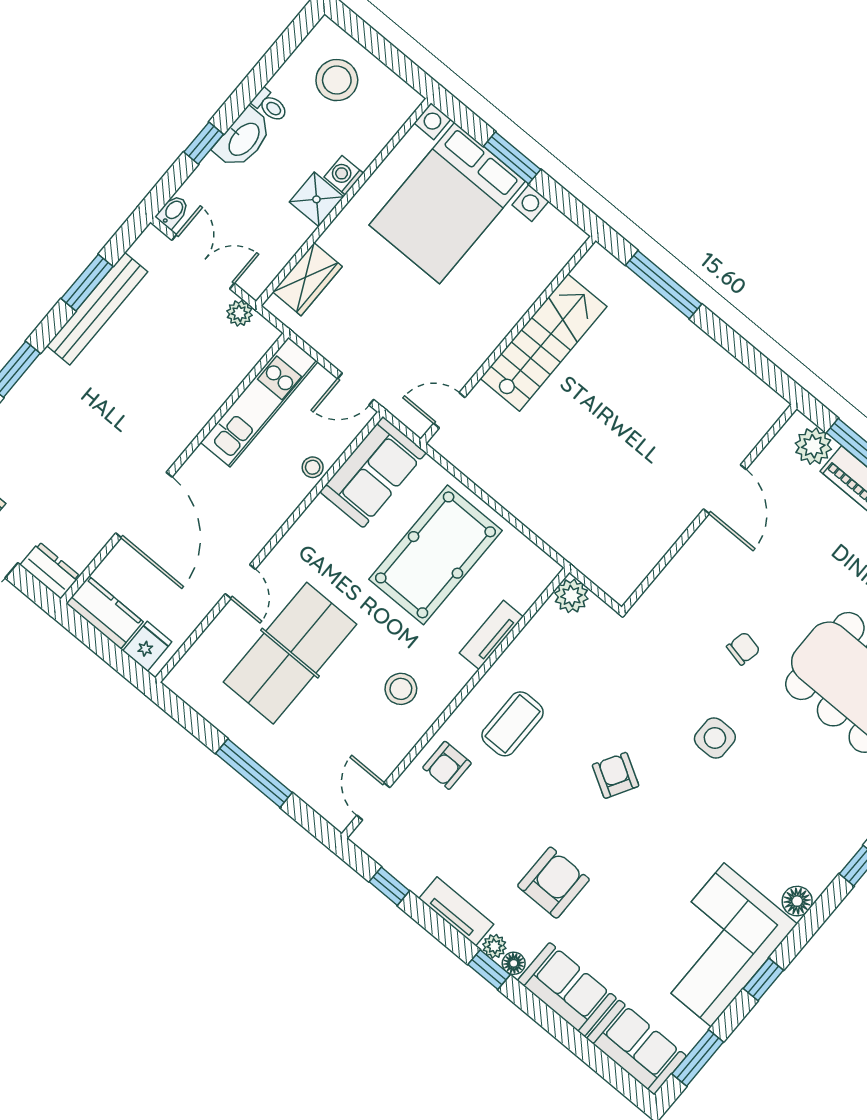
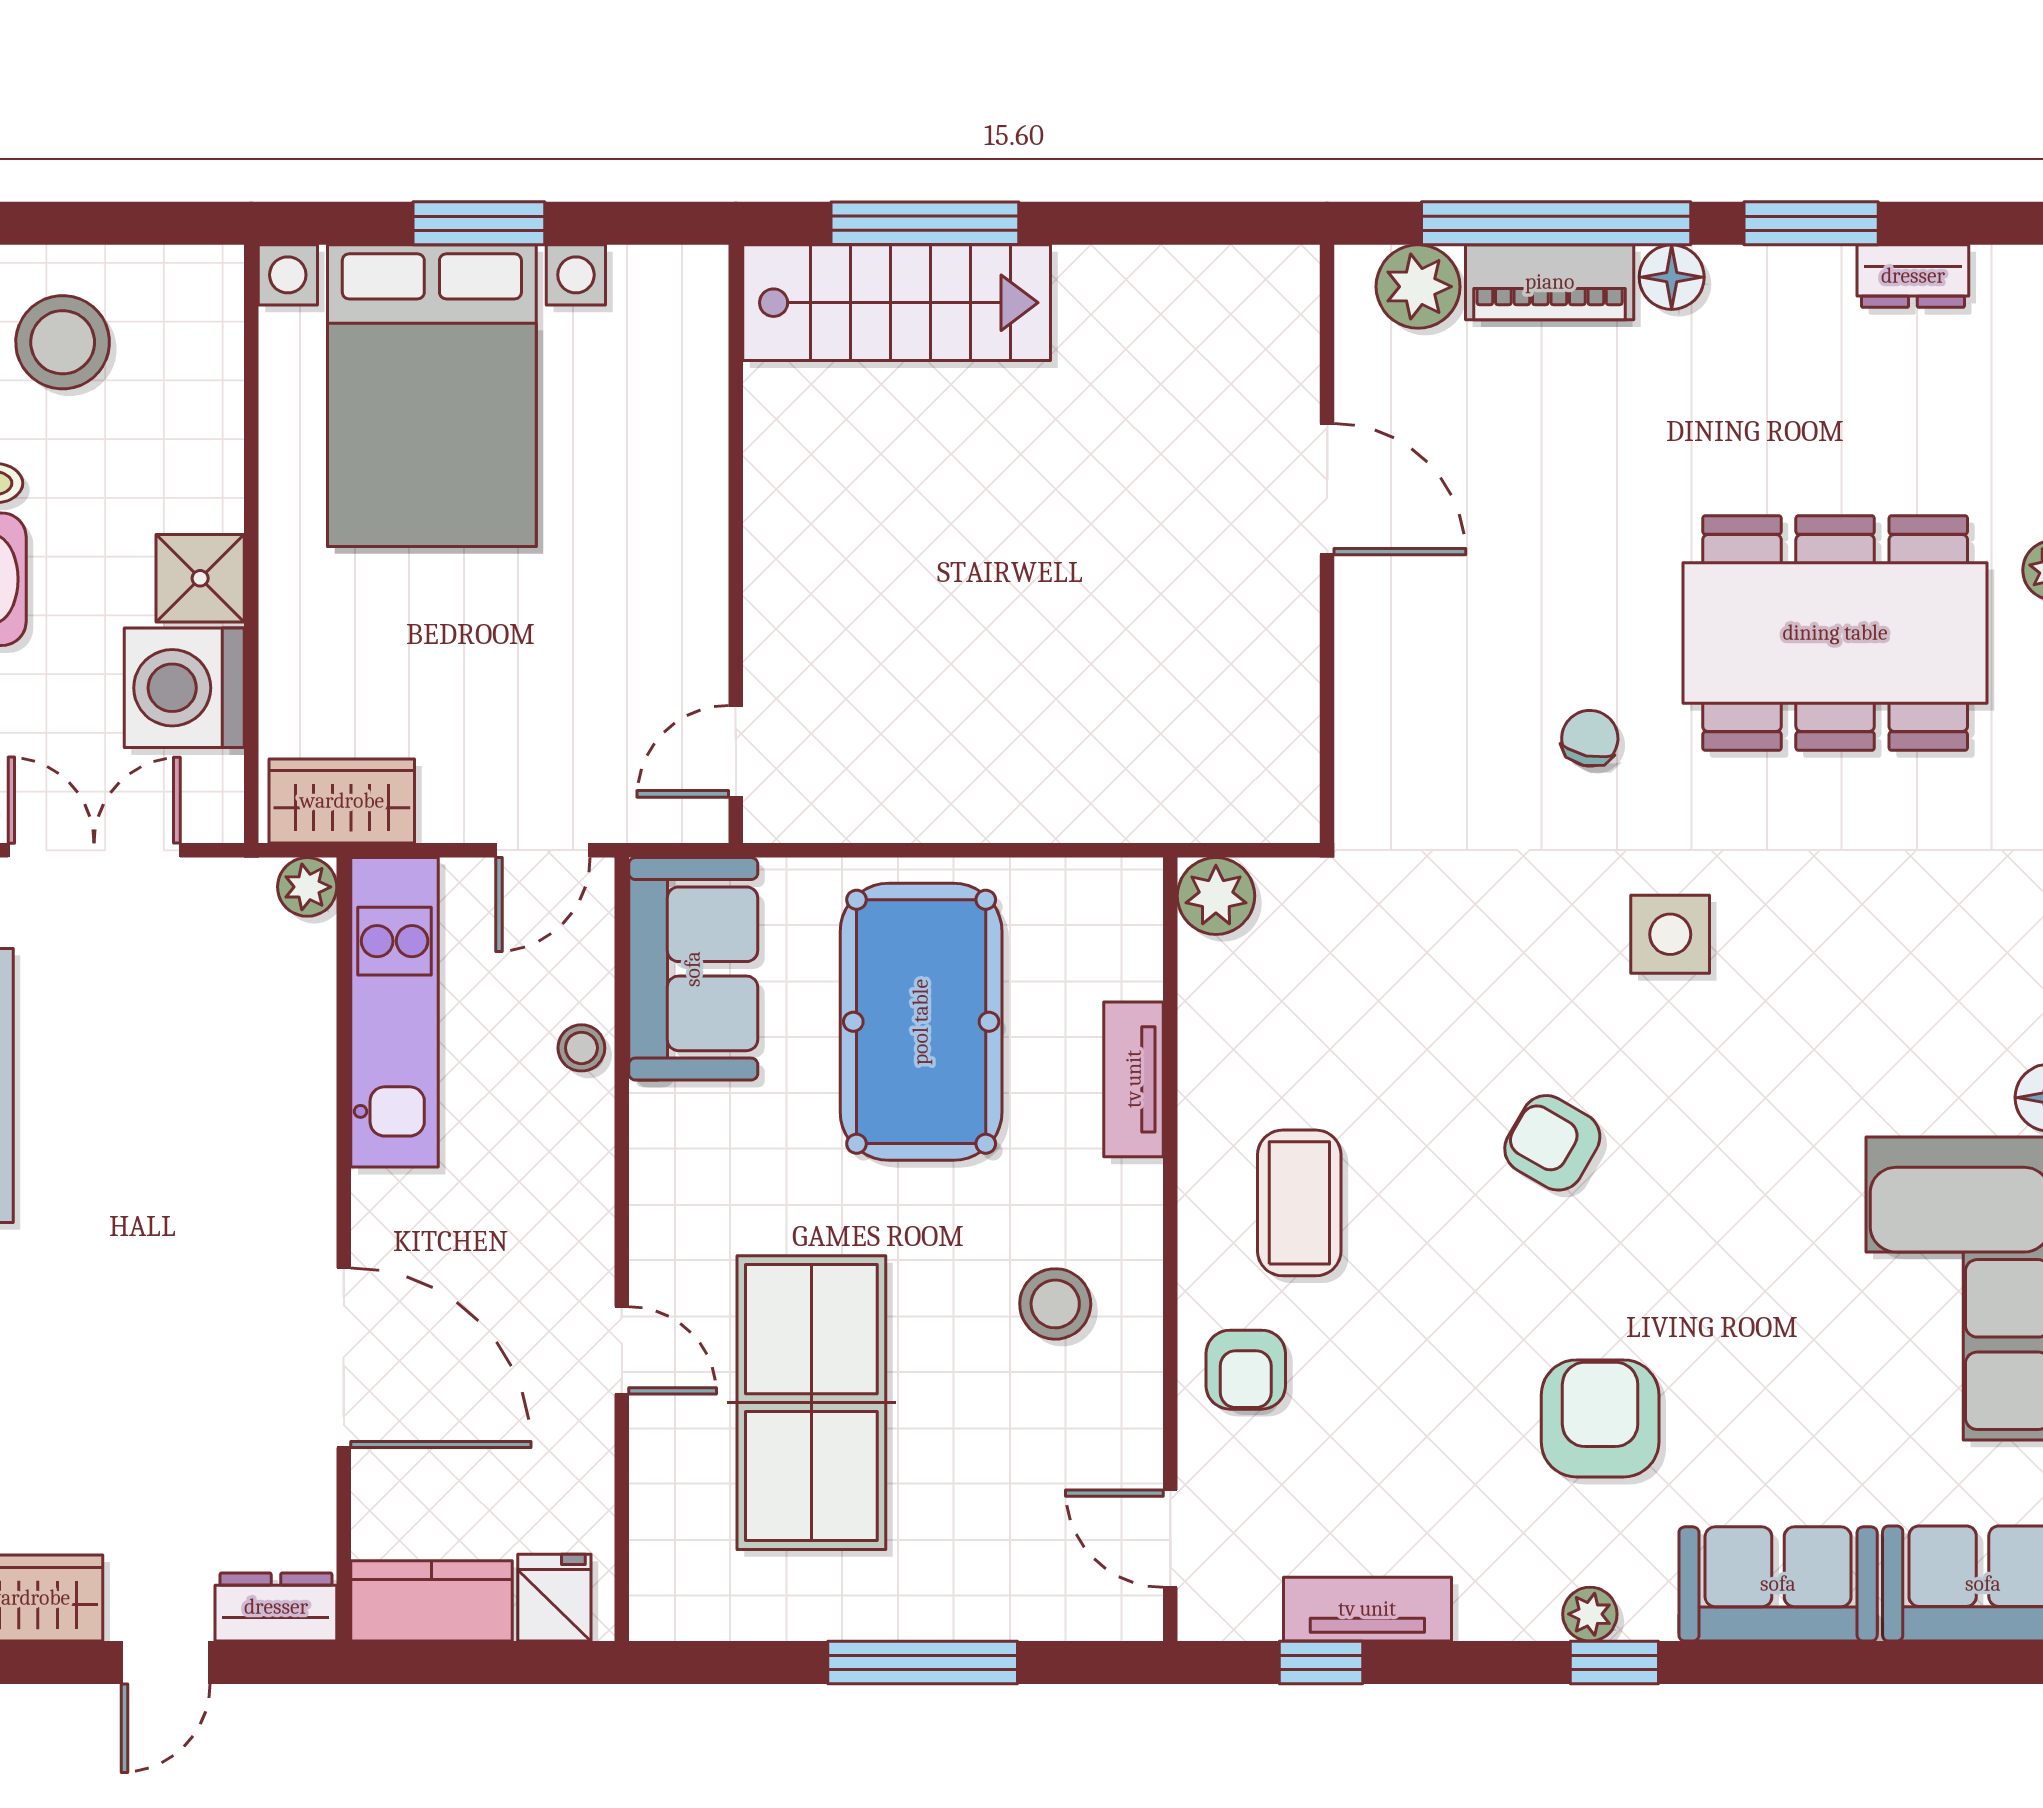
washing machine: (344, 175) -> (184, 688), moved, width x1.89, depth x1.89
wardrobe: (308, 279) -> (342, 801), moved, turned -90
plant: (240, 313) -> (307, 887), moved
stairs: (544, 343) -> (897, 303), moved, turned 90
tv unit: (456, 911) -> (1367, 1609), moved
floor lamp: (514, 963) -> (1648, 1616), removed

